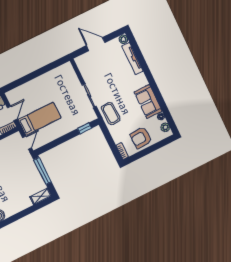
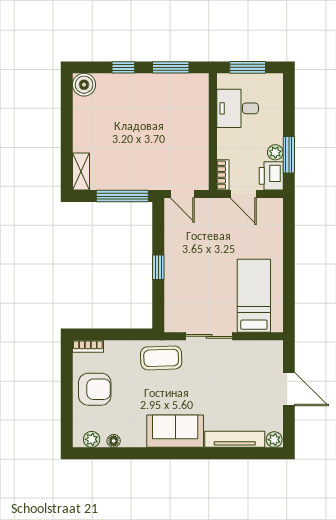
door: (96, 44) -> (289, 389), hinge flipped
sofa: (148, 101) -> (175, 431), moved
bed: (40, 119) -> (254, 296), moved, turned 180
window: (84, 128) -> (158, 267), moved
armchair: (141, 138) -> (95, 389), turned 93

